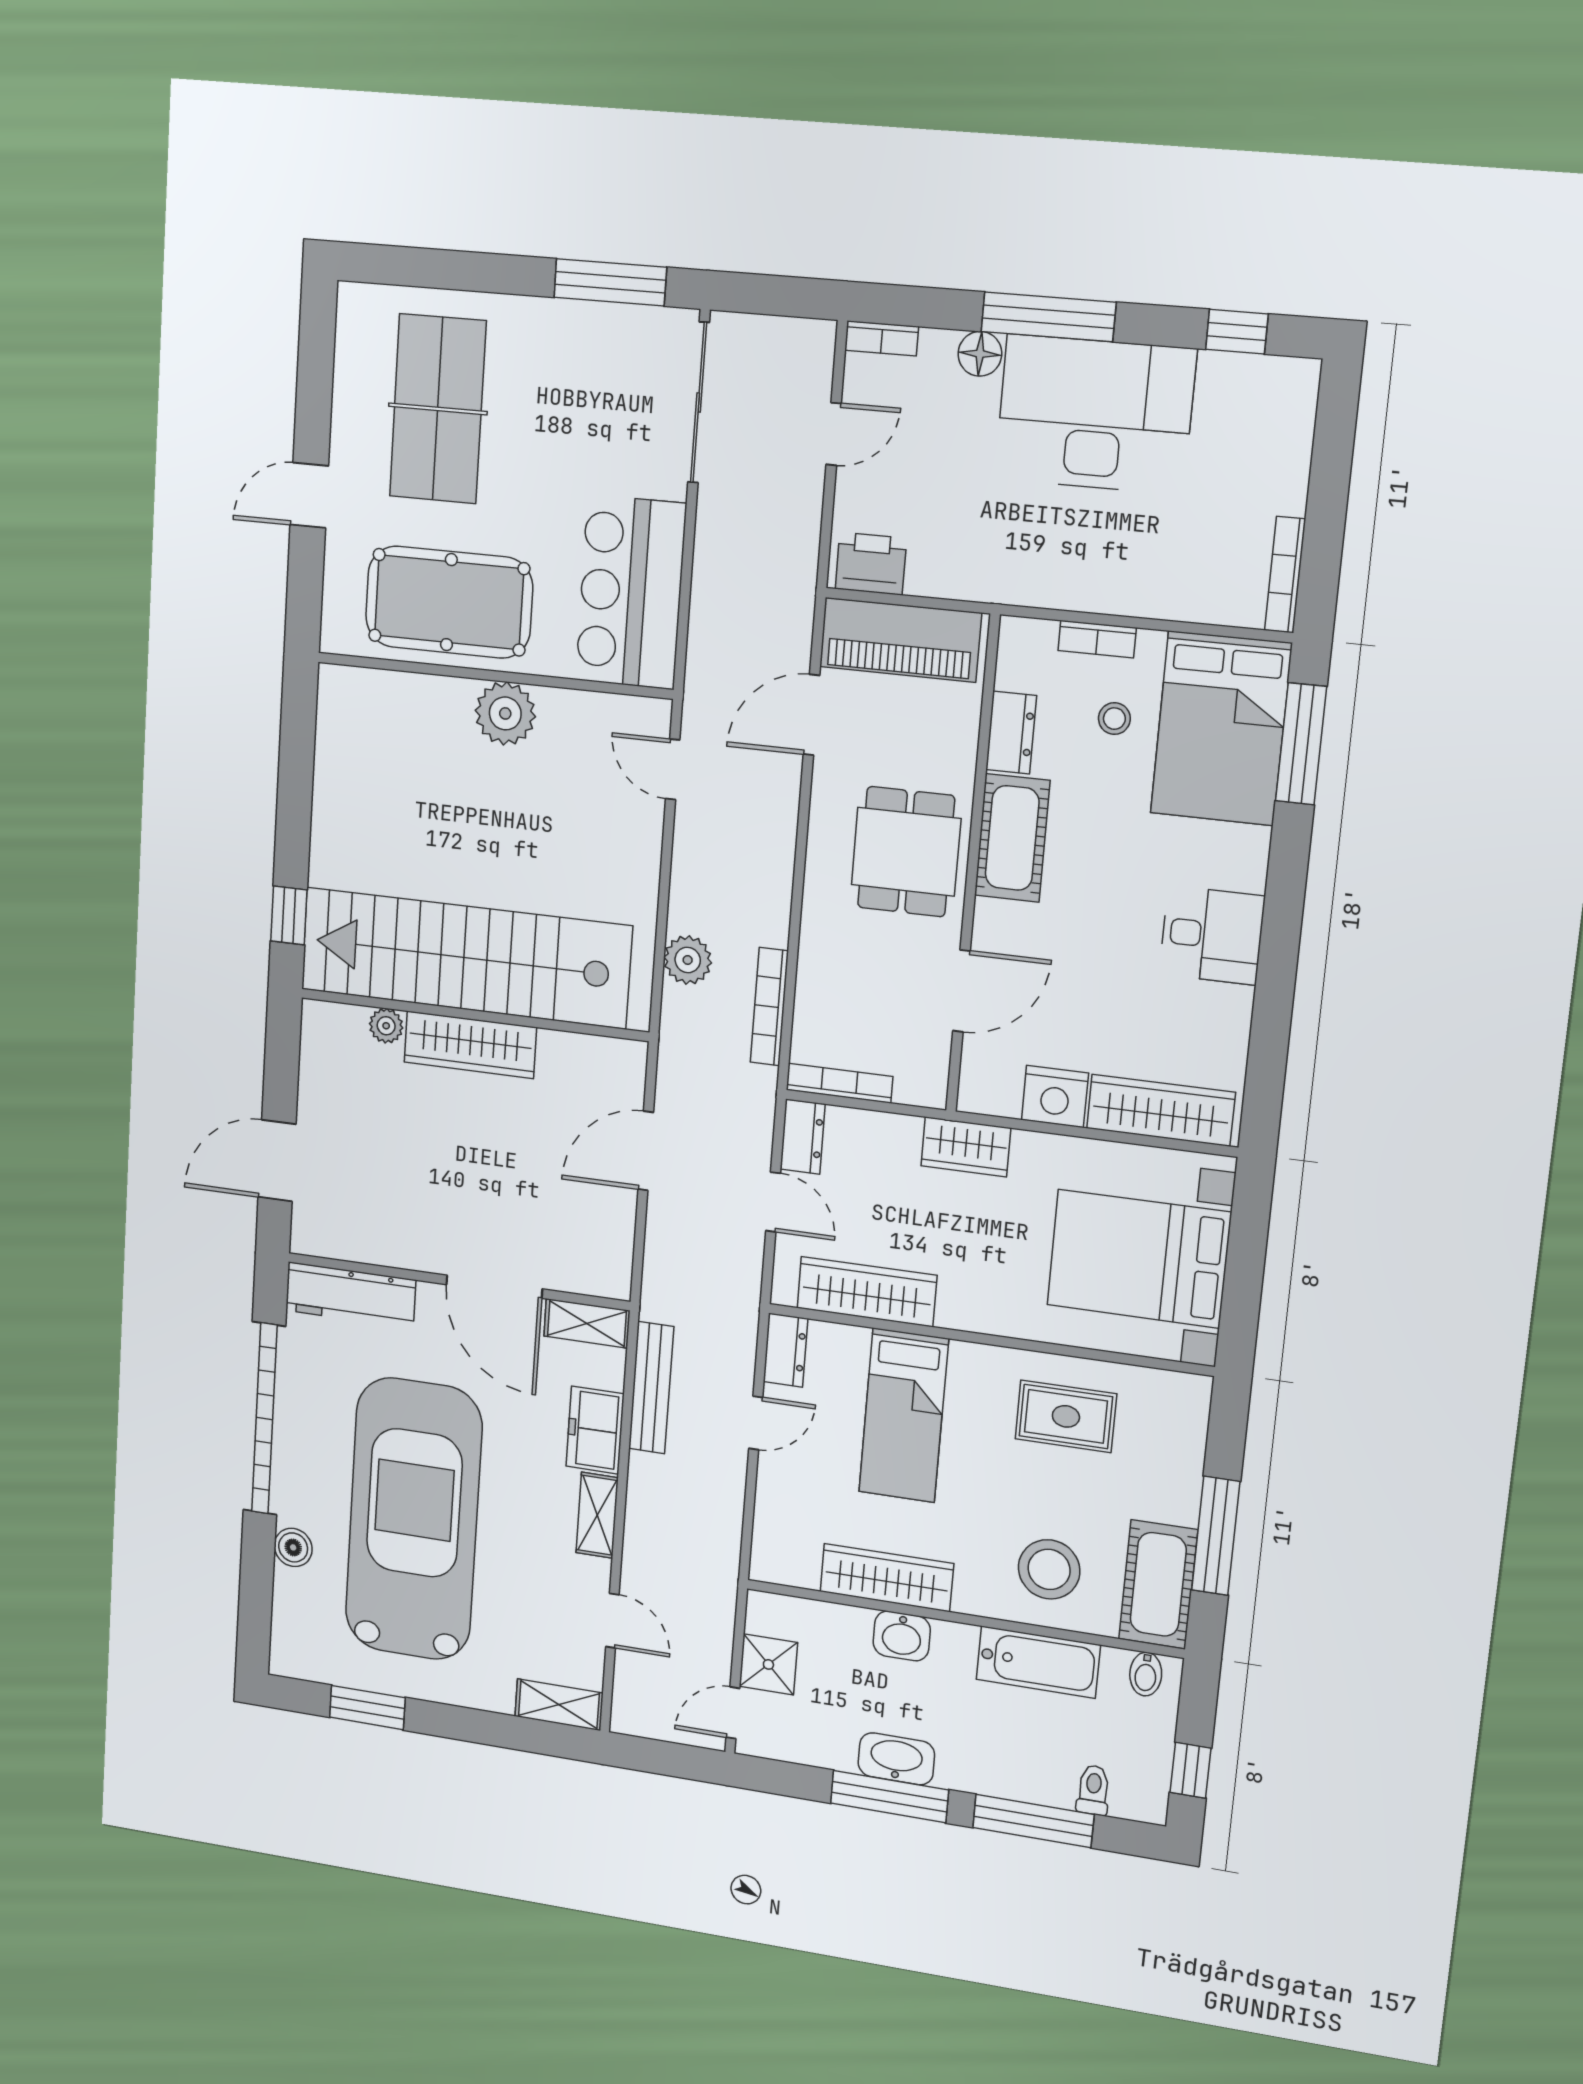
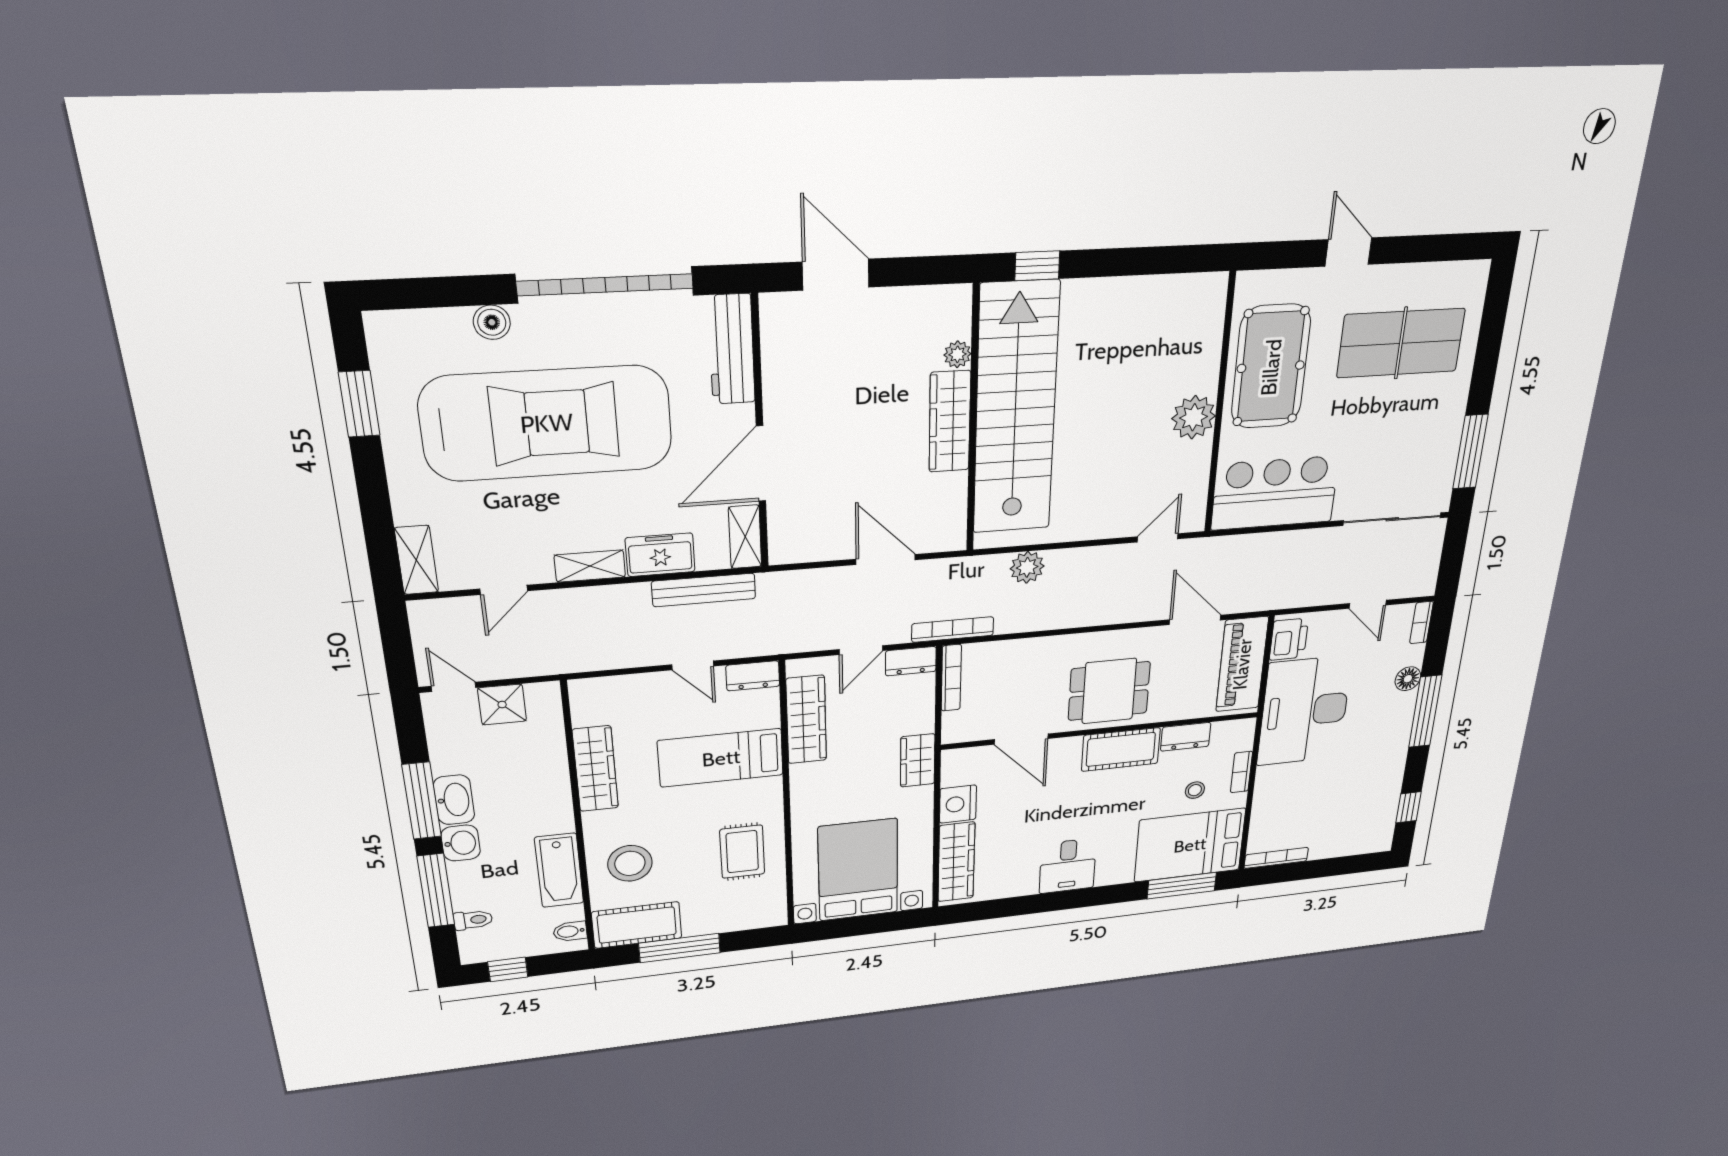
desk: (1095, 414) -> (1304, 711), moved, turned 180
bookcase: (769, 1007) -> (953, 630), moved
washbasin: (902, 1636) -> (461, 843), moved, turned 180

